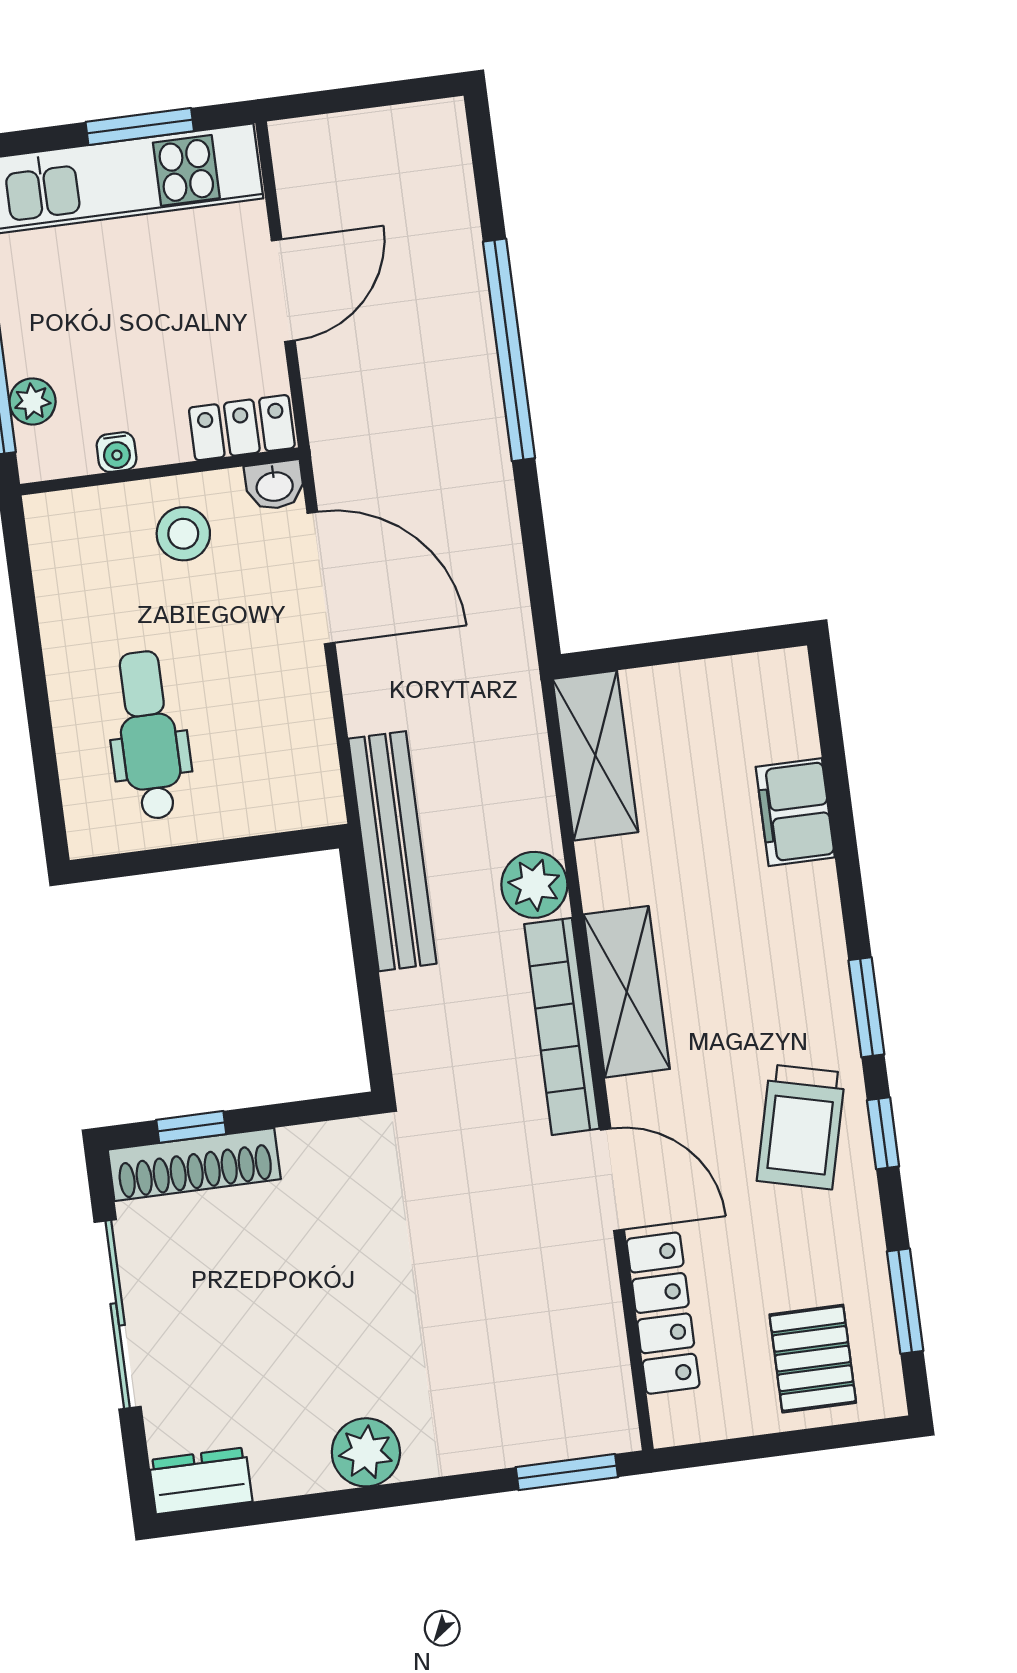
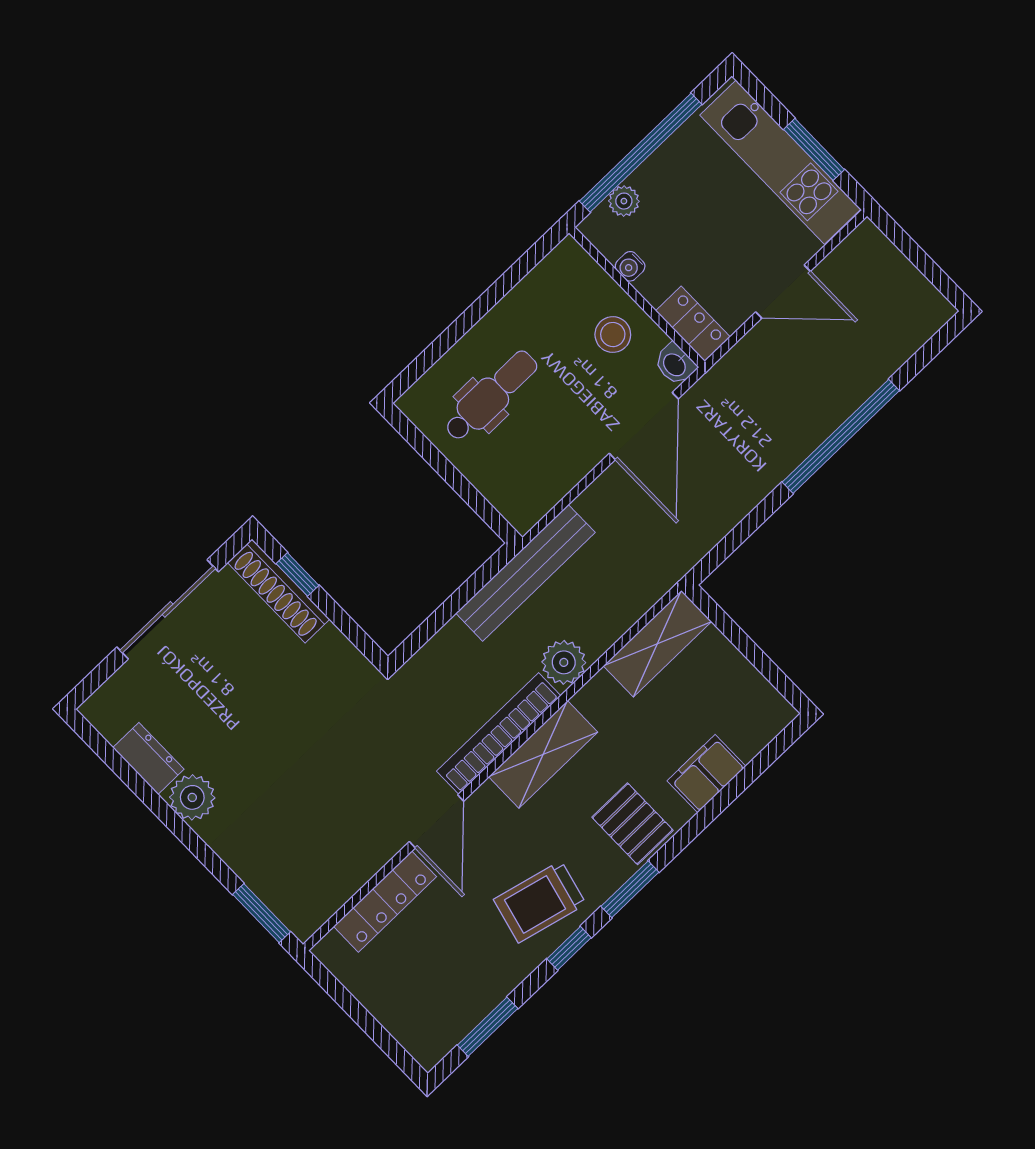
pallet: (813, 1359) -> (633, 824), moved, turned 90
dresser: (201, 1481) -> (148, 758), moved

